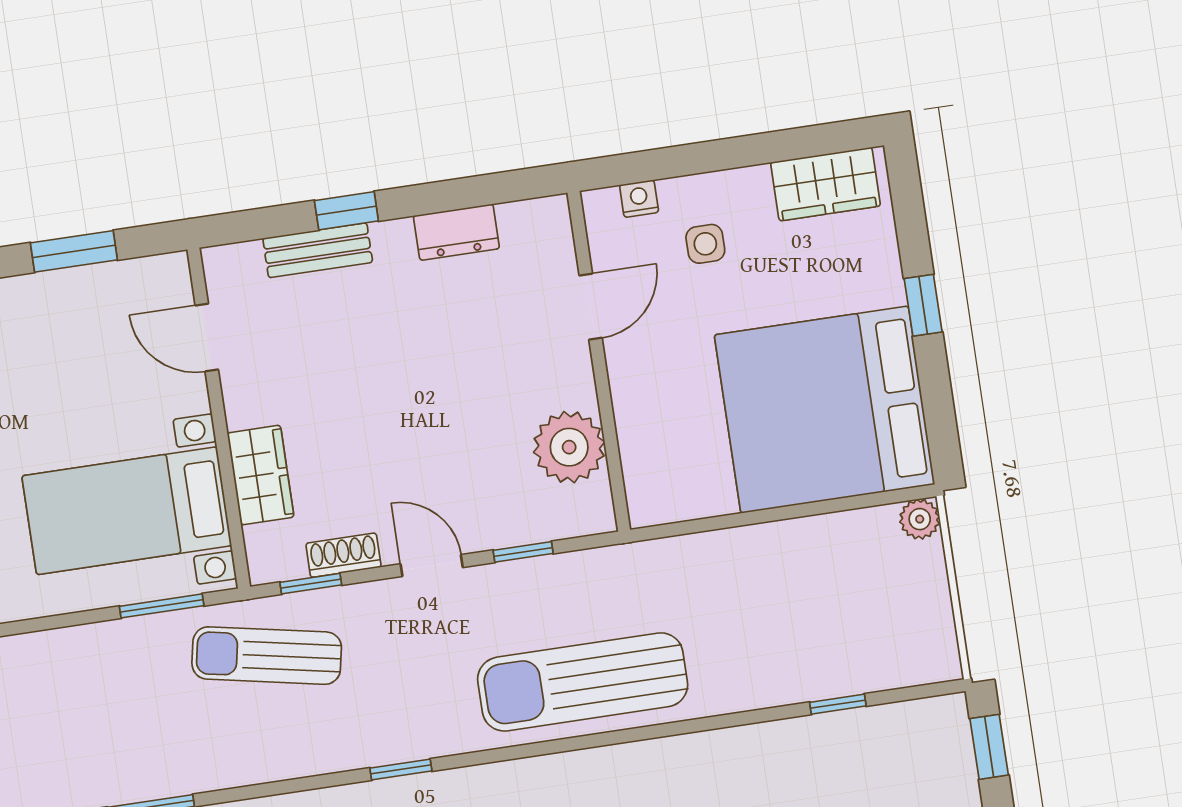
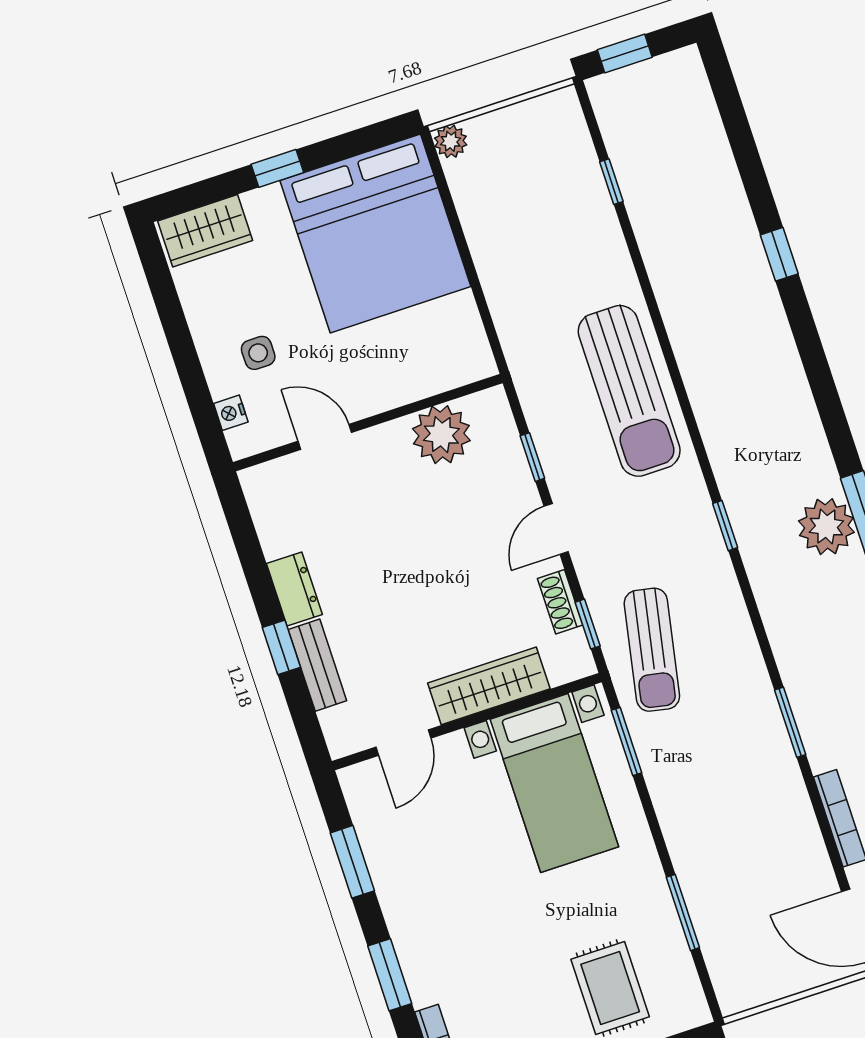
wardrobe: (826, 184) -> (205, 231), moved, turned 90
dresser: (456, 232) -> (294, 589), moved
wardrobe: (260, 475) -> (489, 686), width x1.50

